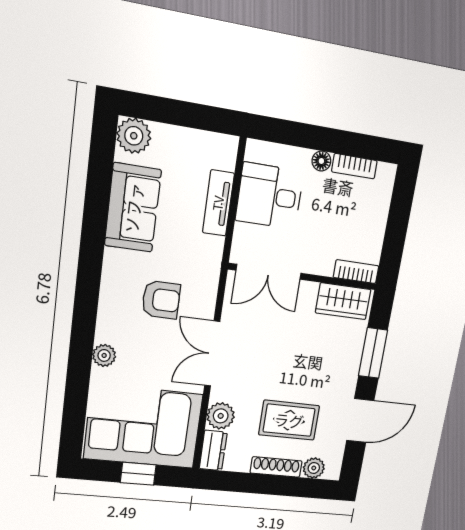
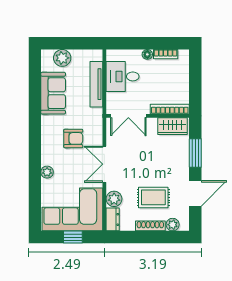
plant: (134, 136) -> (62, 58), moved
tv unit: (218, 203) -> (96, 84), width x1.41
bookcase: (356, 272) -> (170, 109), width x1.56

